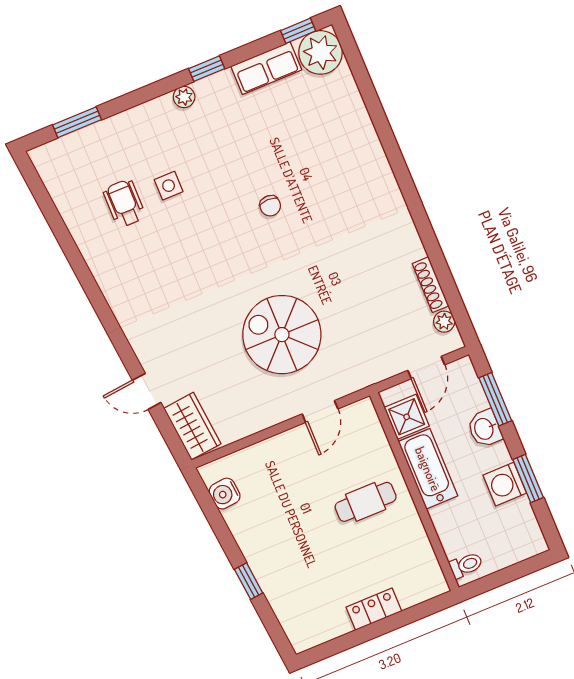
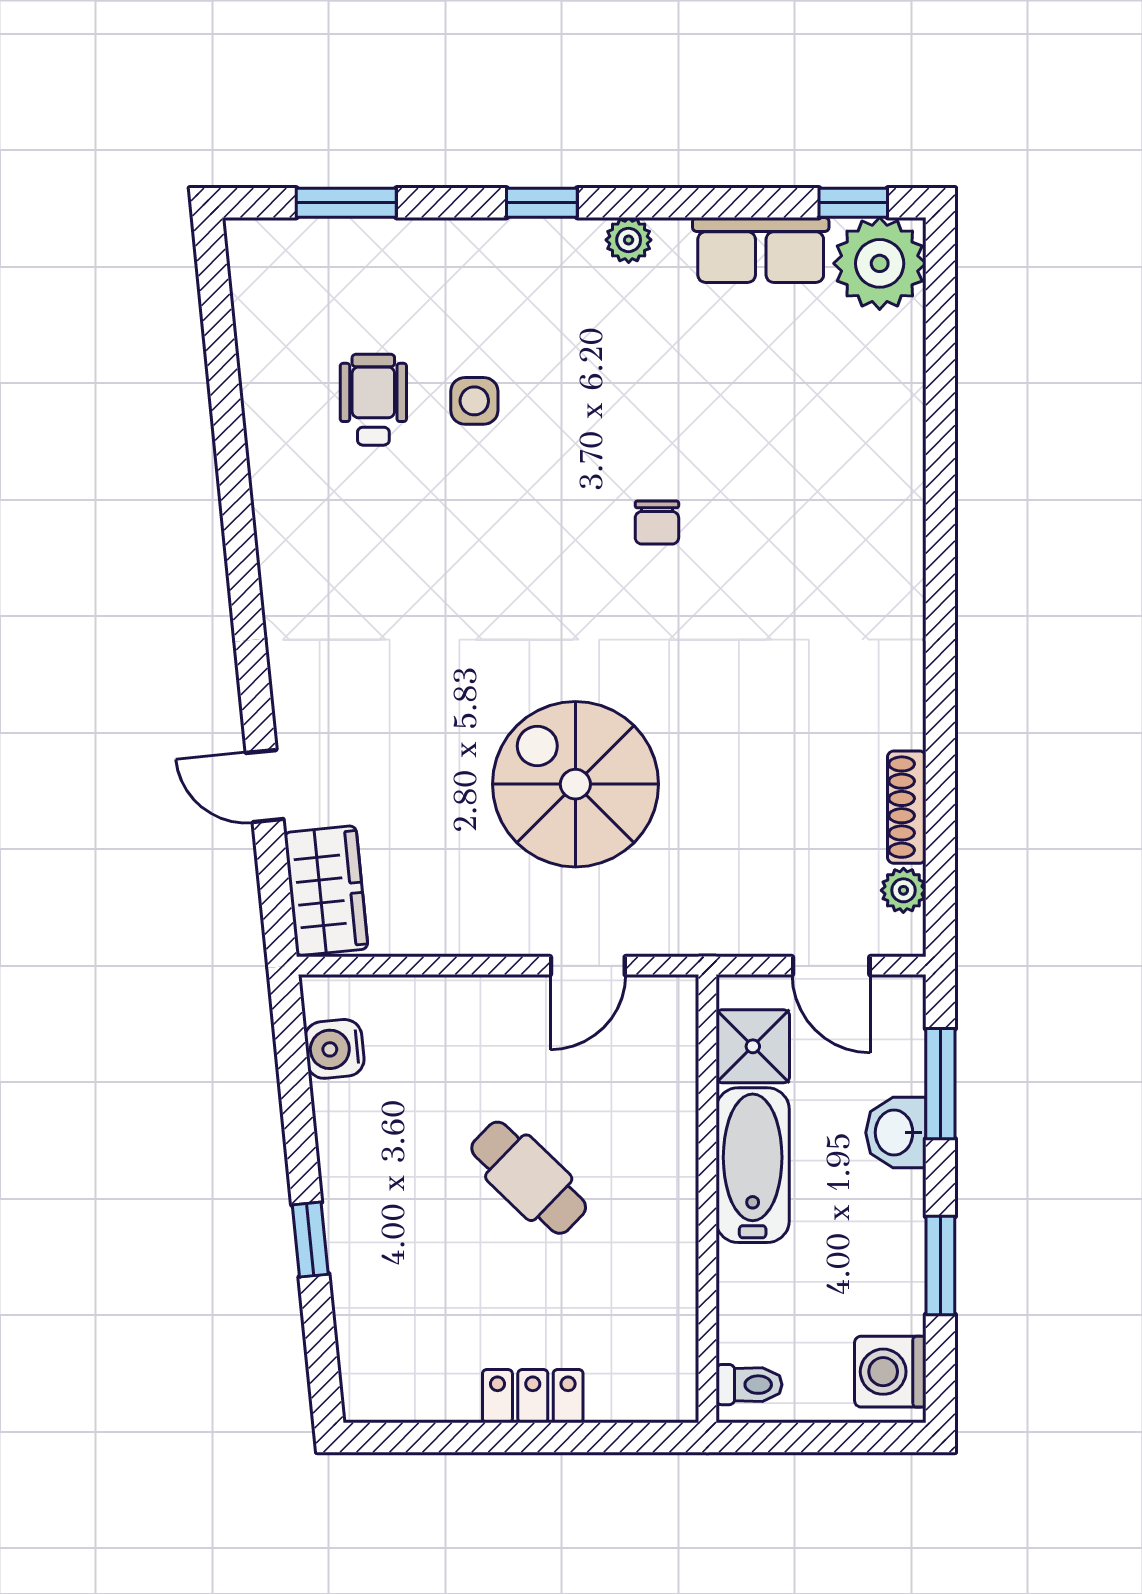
window: (207, 69) -> (542, 203), moved
plant: (184, 97) -> (629, 240), moved
door: (426, 368) -> (831, 966), hinge flipped
washing machine: (505, 484) -> (890, 1372), moved
cafe table: (366, 502) -> (529, 1178), moved, turned 44

